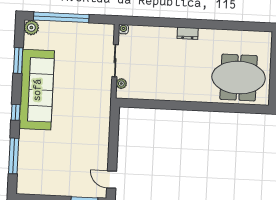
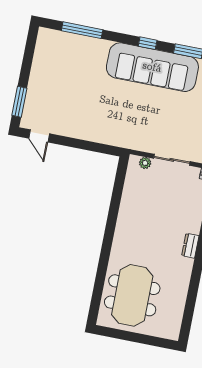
window: (16, 112) -> (148, 43), moved
door: (112, 180) -> (39, 136), swing flipped

